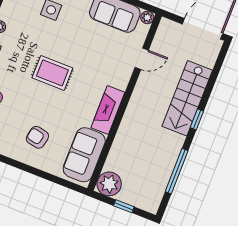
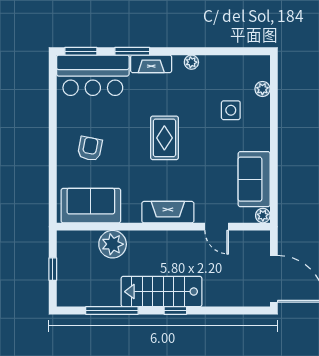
stairs: (187, 98) -> (161, 292), moved
fireplace: (108, 110) -> (168, 212), moved
plant: (109, 184) -> (113, 244), moved

